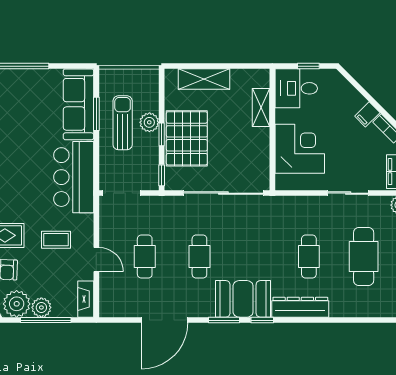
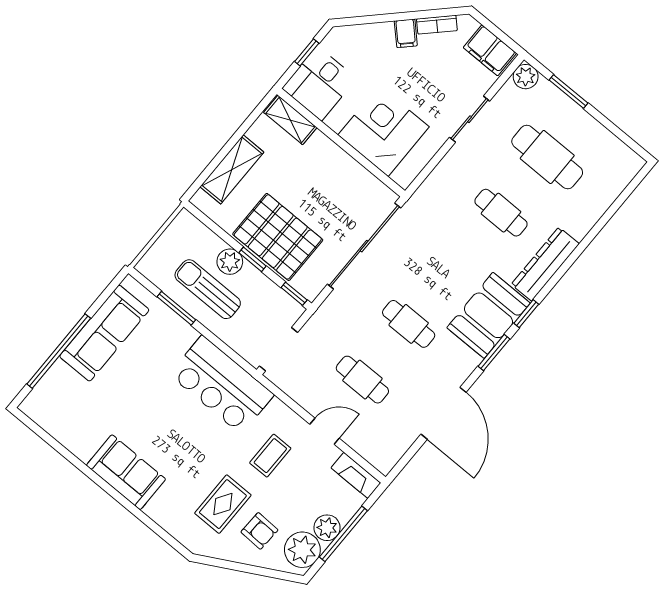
sofa: (78, 104) -> (104, 333), moved, turned -90
shelving: (261, 108) -> (290, 120), moved

